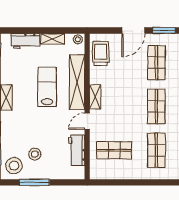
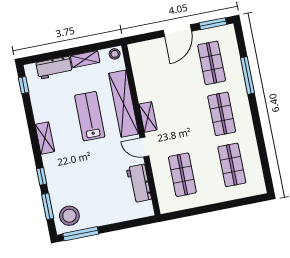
trolley: (101, 53) -> (144, 65), removed
door: (87, 121) -> (144, 147), hinge flipped
shop shelf: (114, 150) -> (182, 175), turned 90
stool: (35, 154) -> (91, 197), removed
window: (34, 182) -> (81, 234), moved

